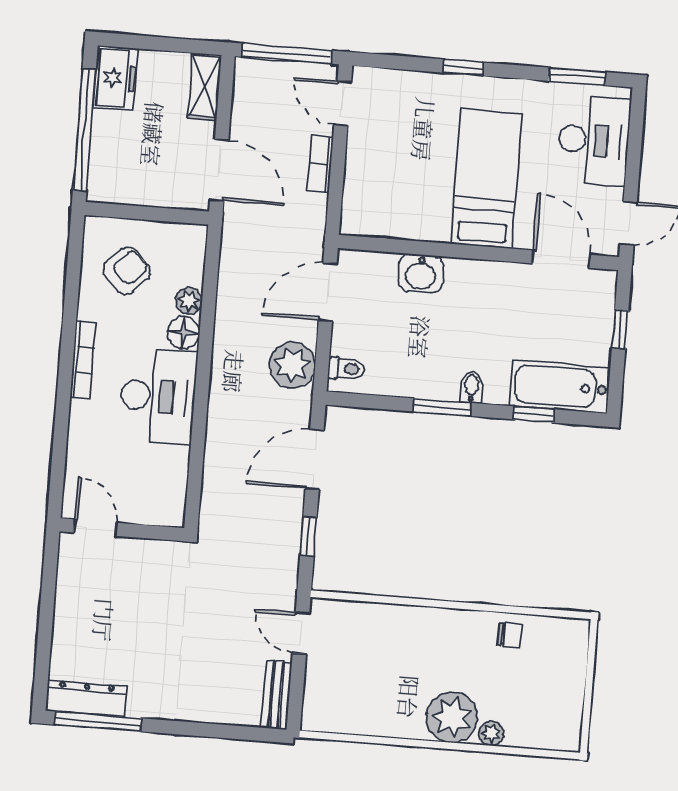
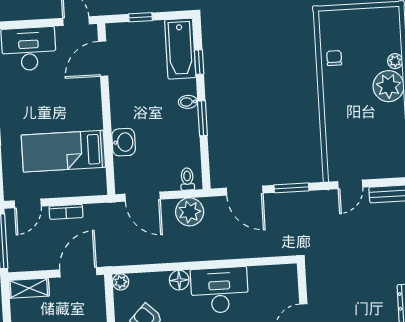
bed: (486, 179) -> (63, 151), moved
plant: (189, 301) -> (121, 282), moved
window: (308, 536) -> (291, 188), width x1.50

